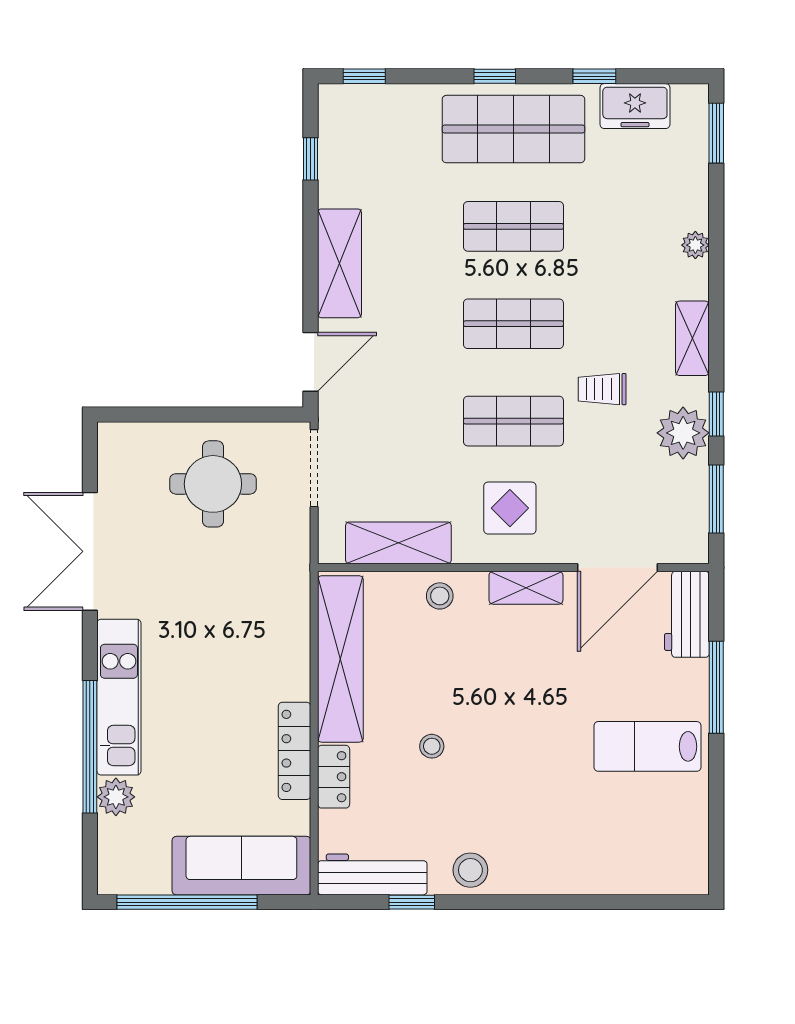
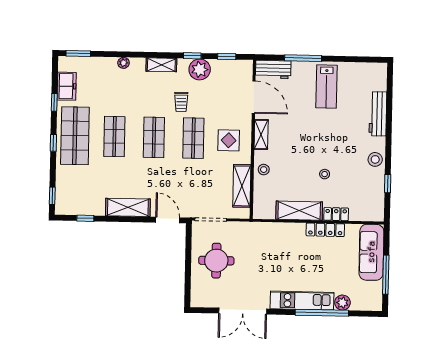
window: (716, 499) -> (227, 57), width x0.67
shelving: (340, 659) -> (299, 211), width x0.68
workbench: (372, 874) -> (378, 114), moved
window: (187, 902) -> (386, 275), width x0.68

